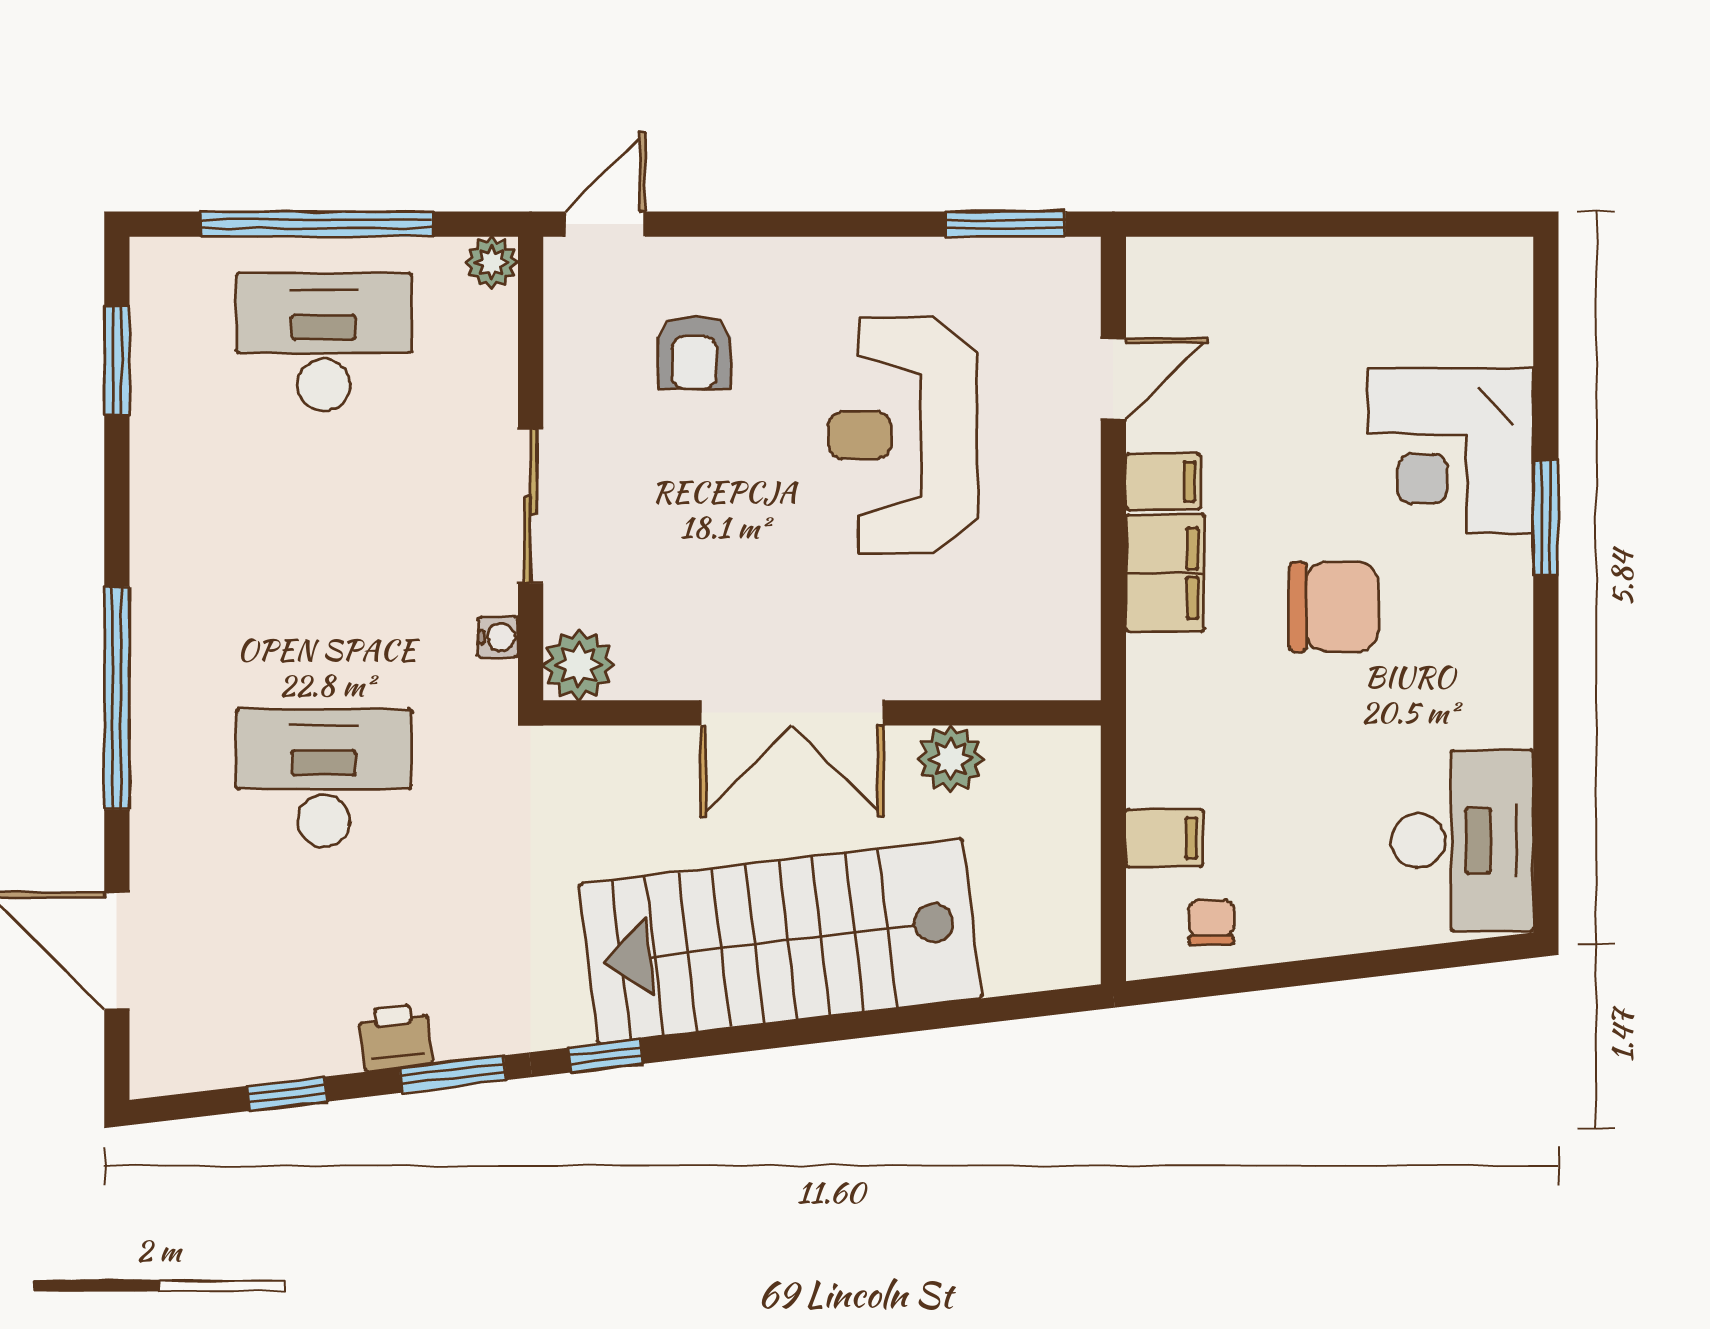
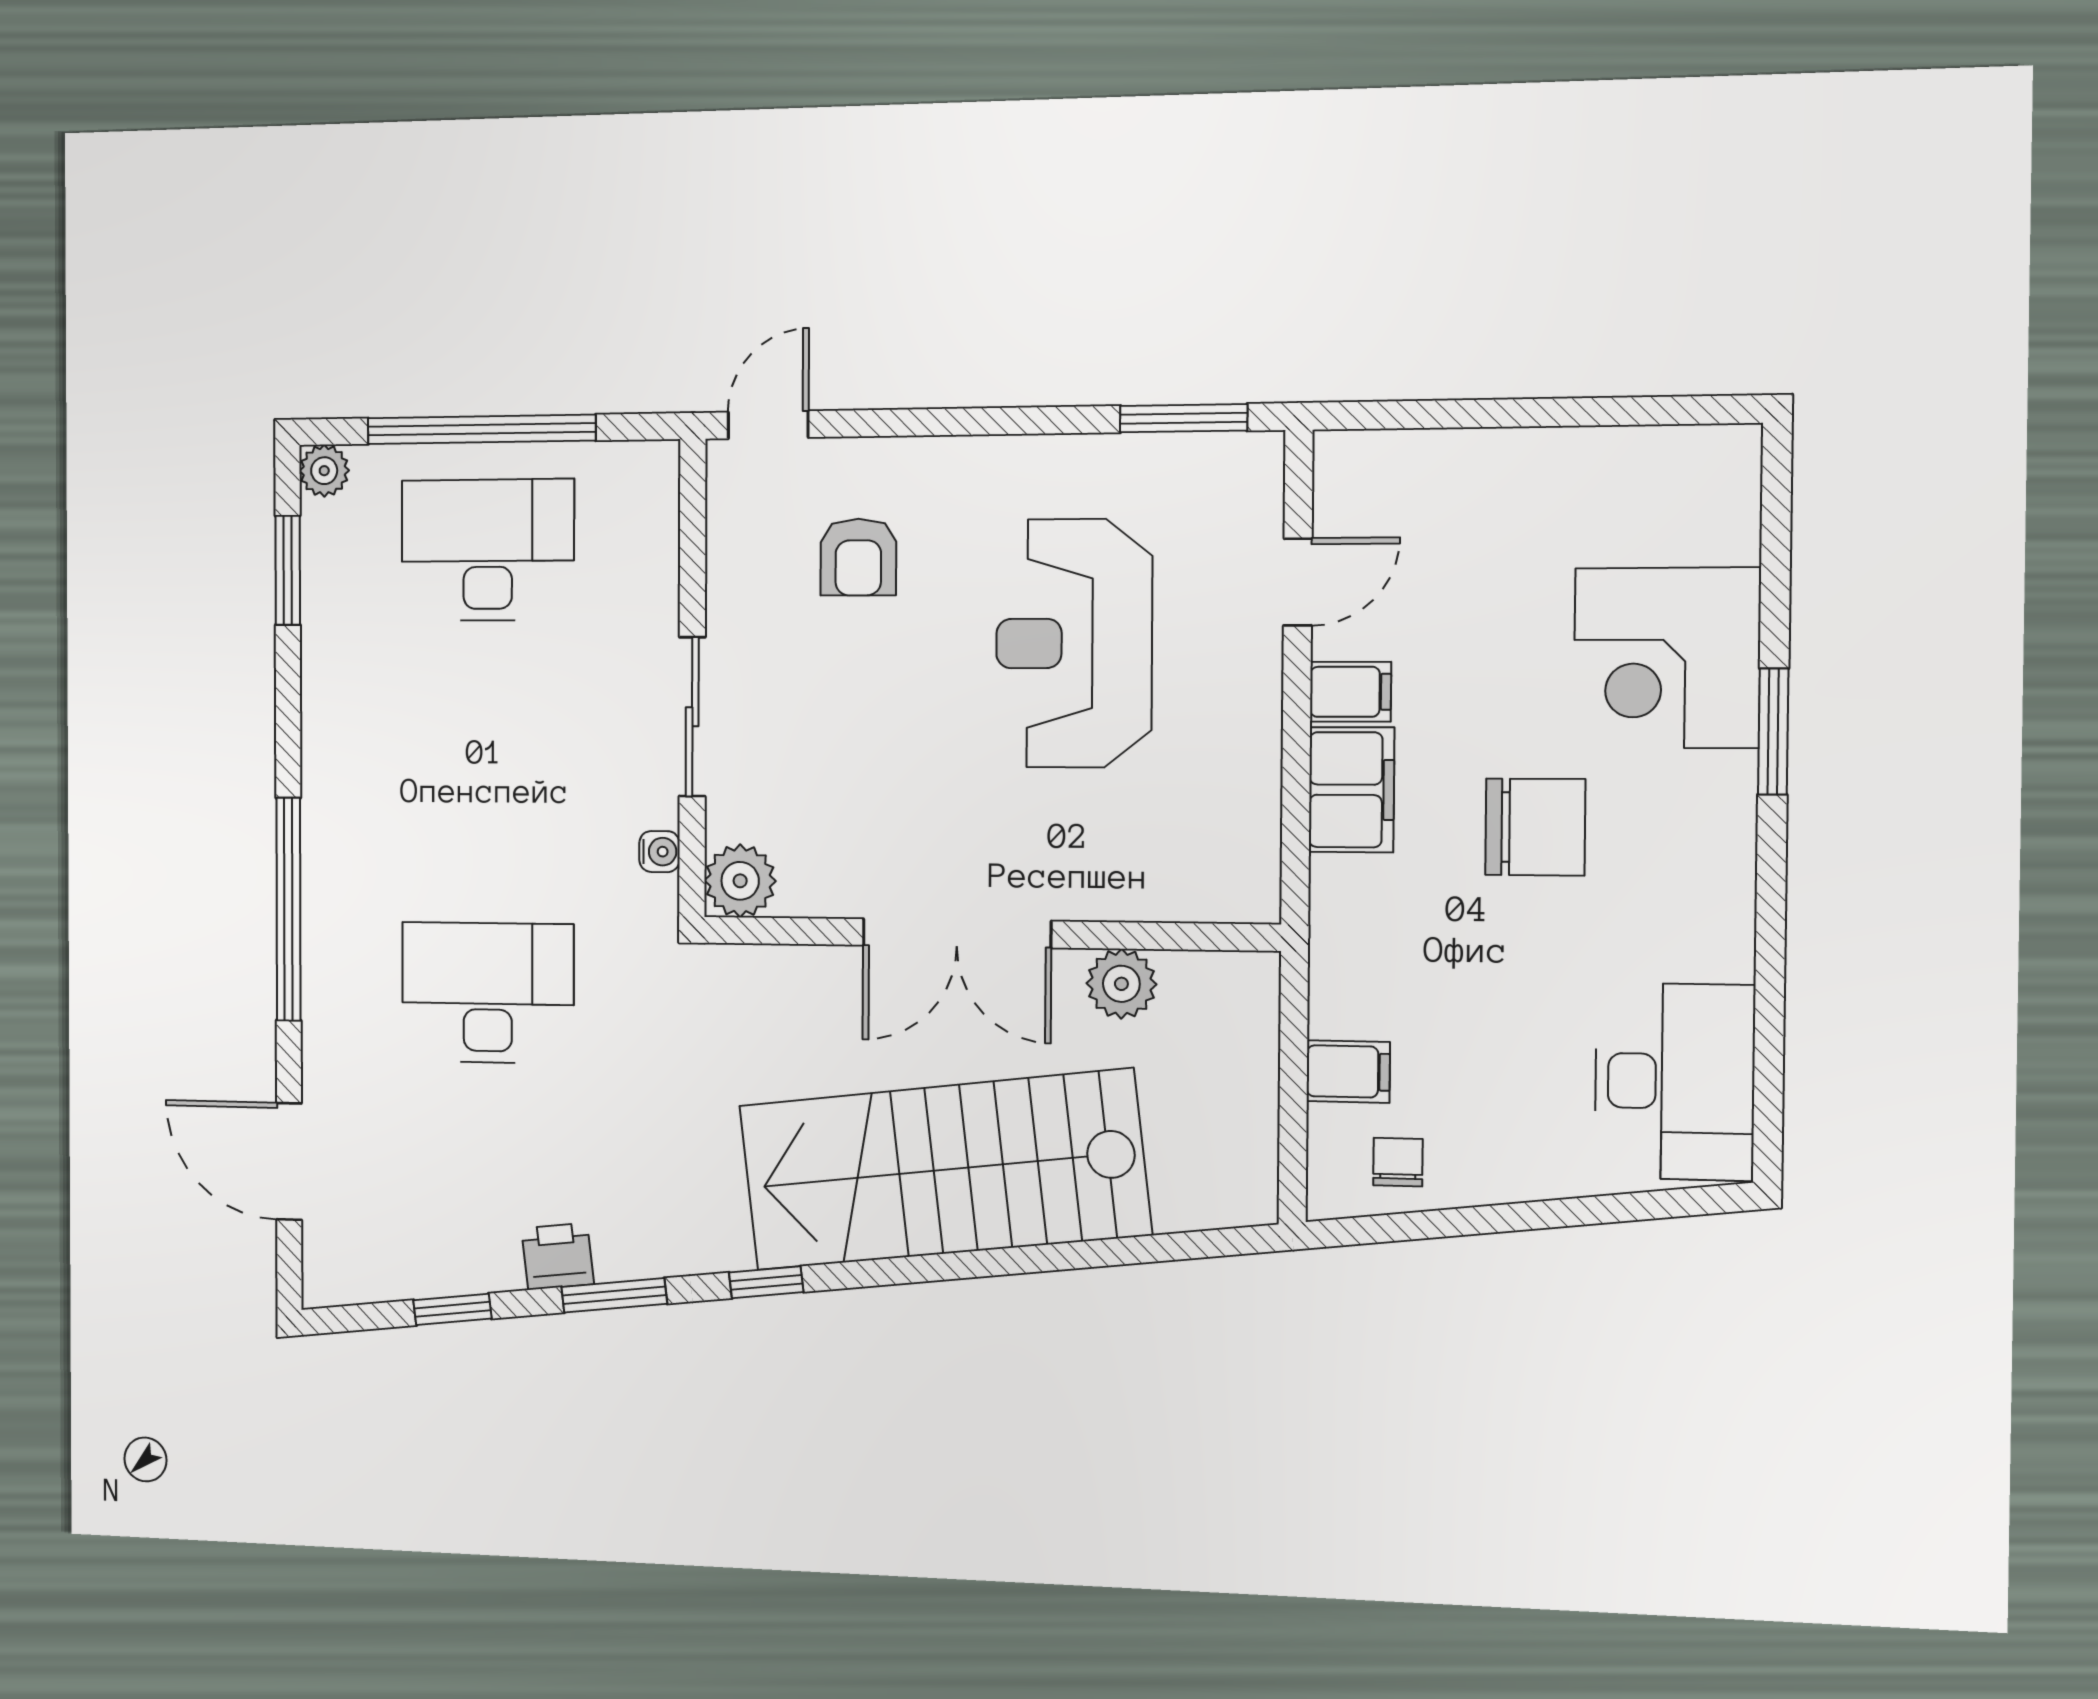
plant: (492, 262) -> (324, 471), moved

